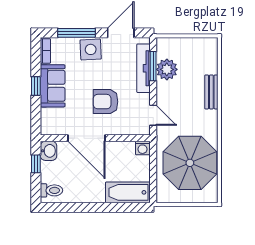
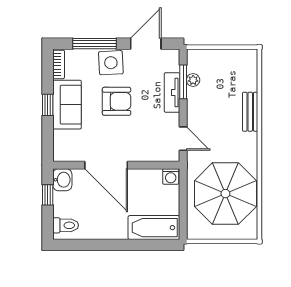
tv unit: (144, 68) -> (172, 92), width x0.71
plant: (167, 69) -> (193, 80), width x0.53, depth x0.53
armchair: (106, 102) -> (117, 101), moved, turned 180

